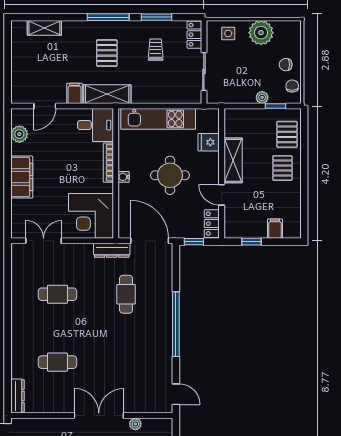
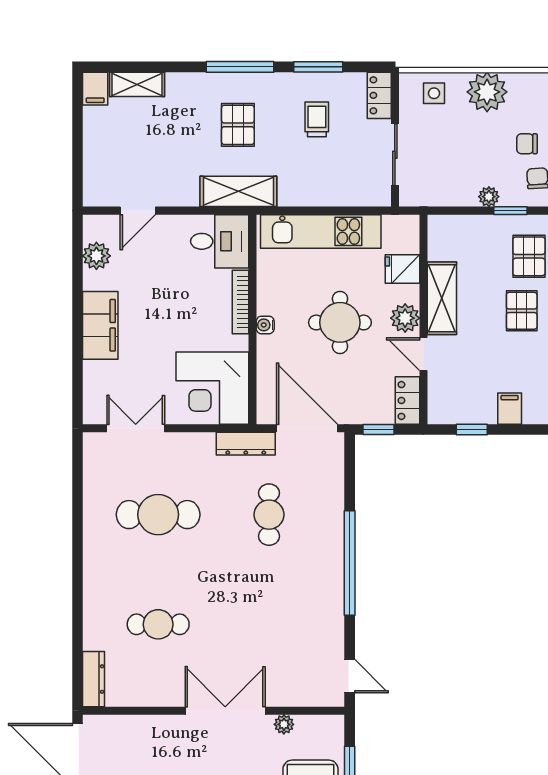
filing cabinet: (75, 93) -> (95, 89), moved, turned 180
plant: (210, 173) -> (405, 318), added
cafe table: (57, 294) -> (158, 515), width x1.37, depth x1.35

